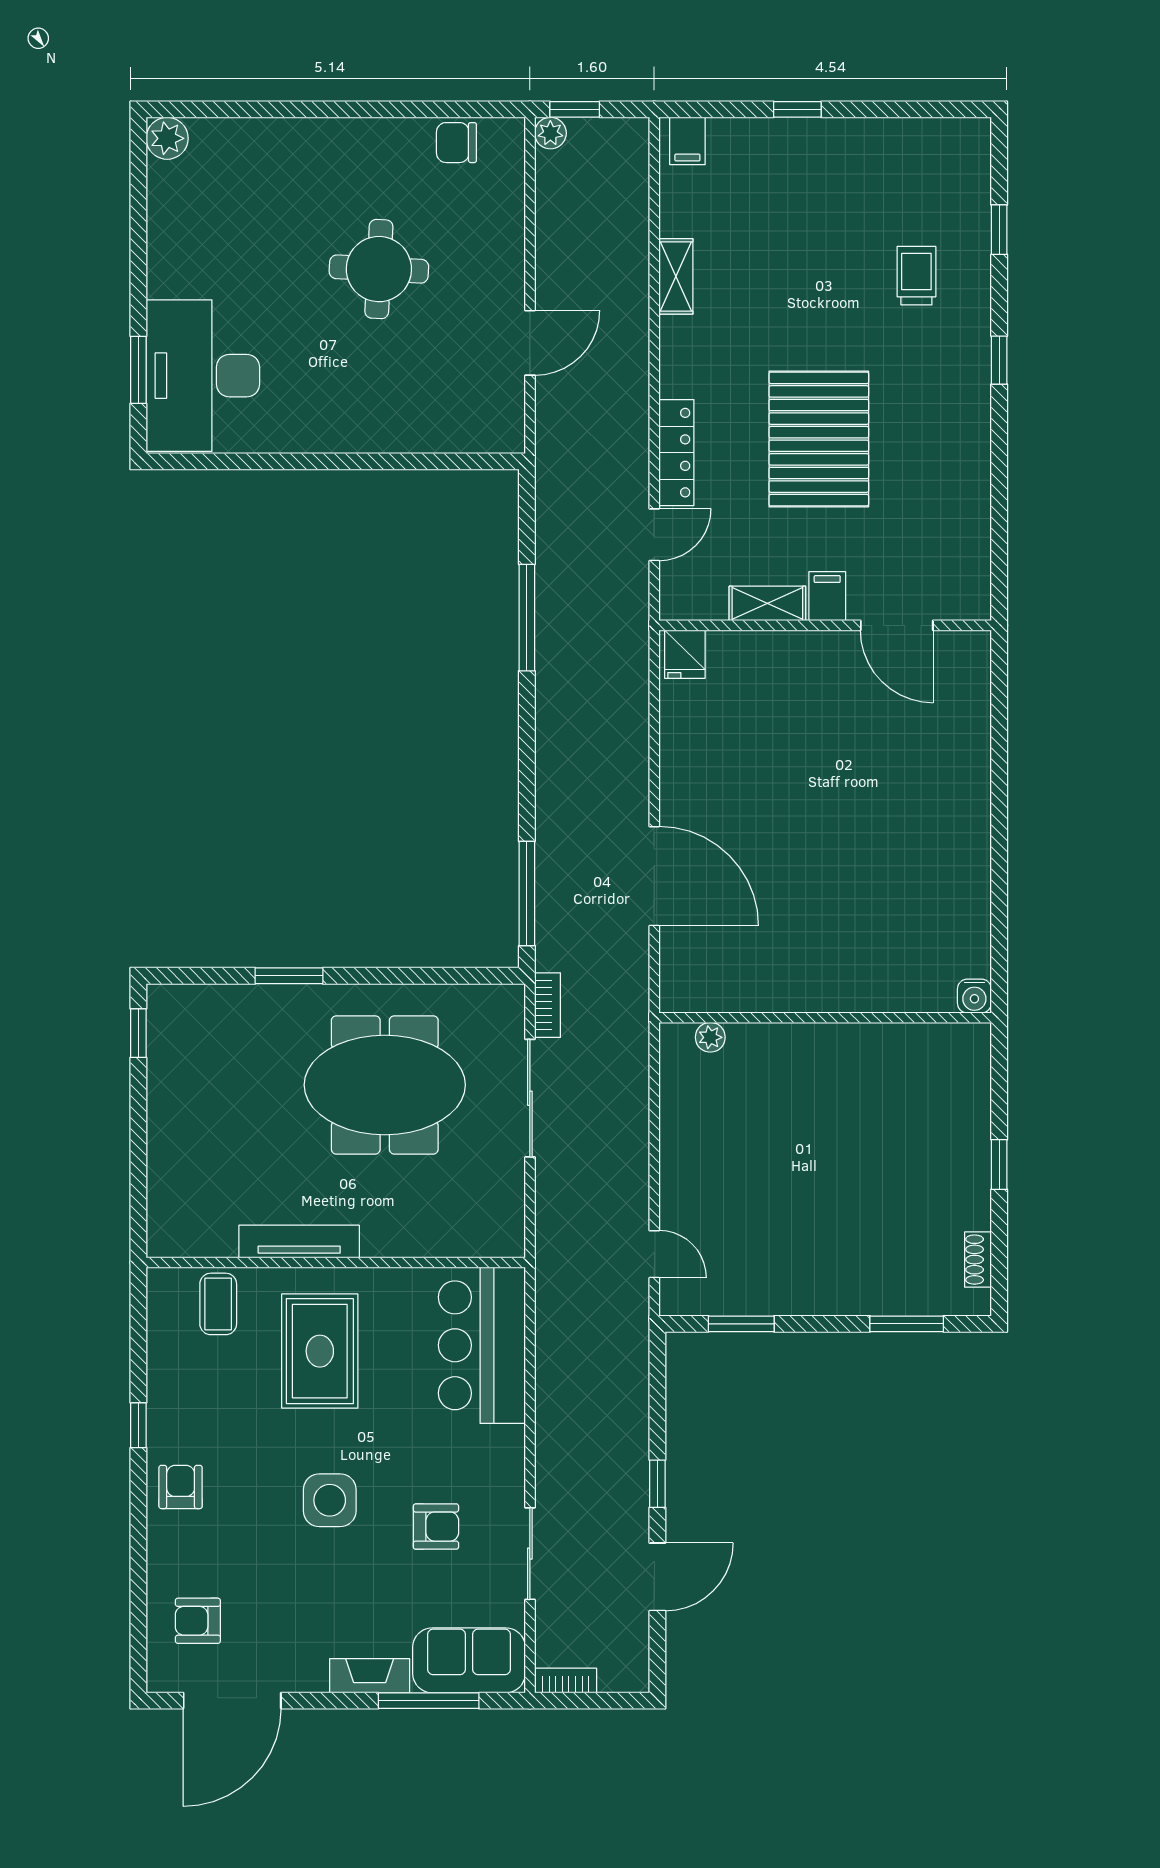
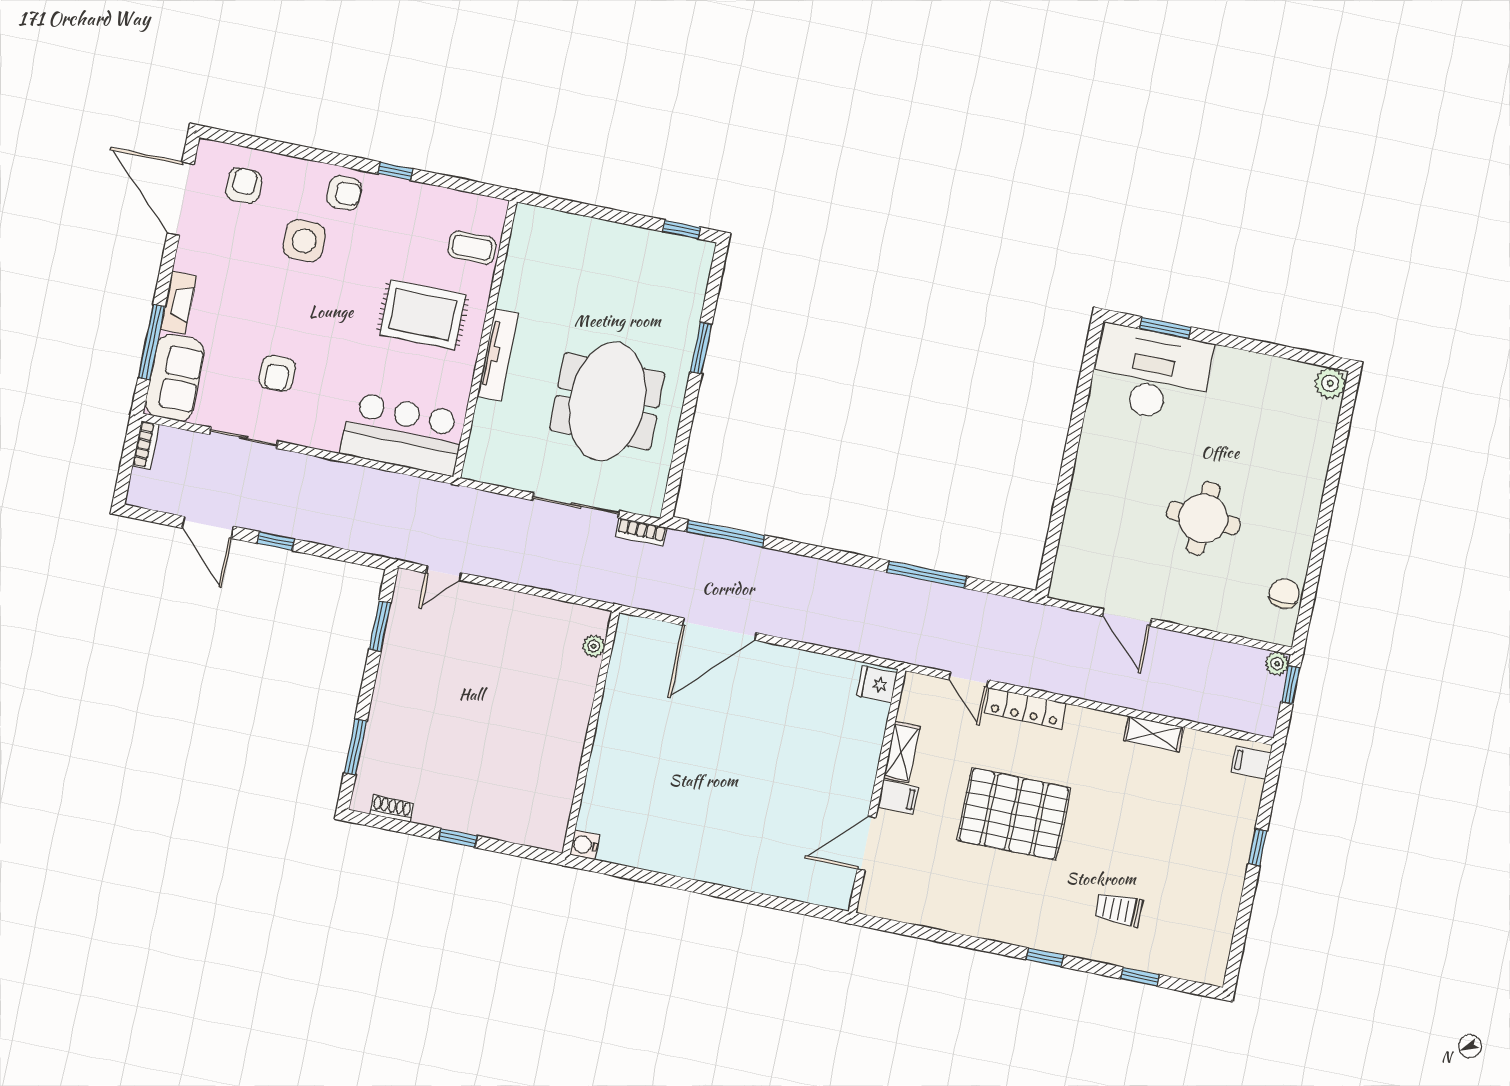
trolley: (916, 276) -> (1119, 909), turned 180
tv unit: (299, 1241) -> (498, 355), moved
side table: (330, 1500) -> (304, 241), moved

